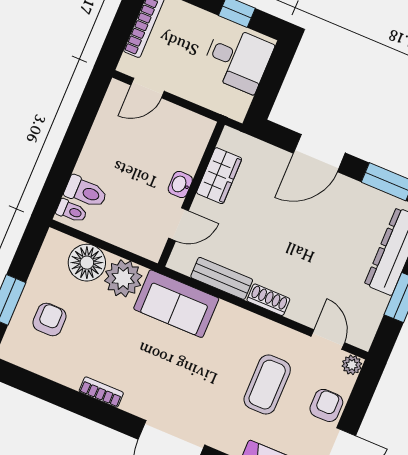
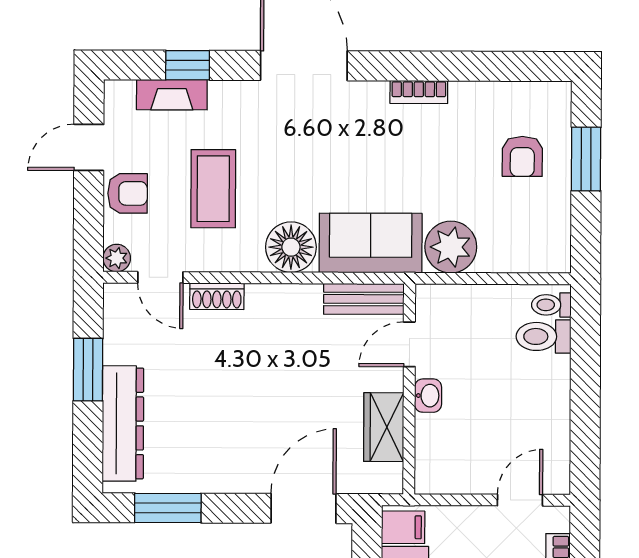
filing cabinet: (234, 103) -> (403, 527), added
door: (319, 153) -> (304, 508), moved
floor lamp: (87, 263) -> (291, 247), moved
bench: (222, 278) -> (364, 299), moved
shoe rack: (268, 300) -> (217, 296), moved
armchair: (326, 405) -> (128, 193), turned -90

